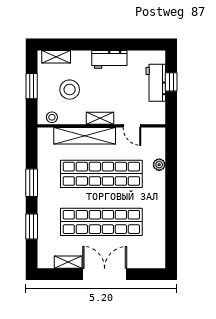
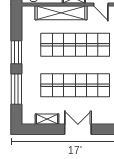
window: (32, 227) -> (16, 89), width x1.44
double door: (105, 274) -> (78, 129), width x0.73

